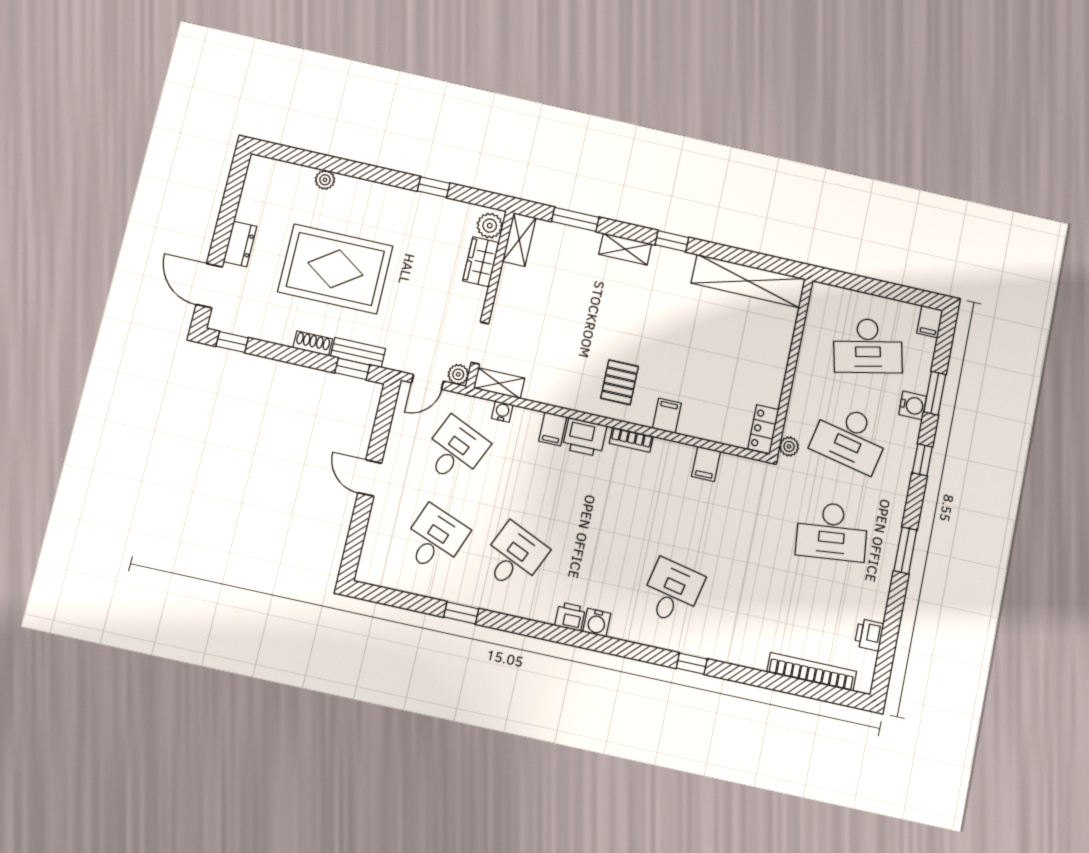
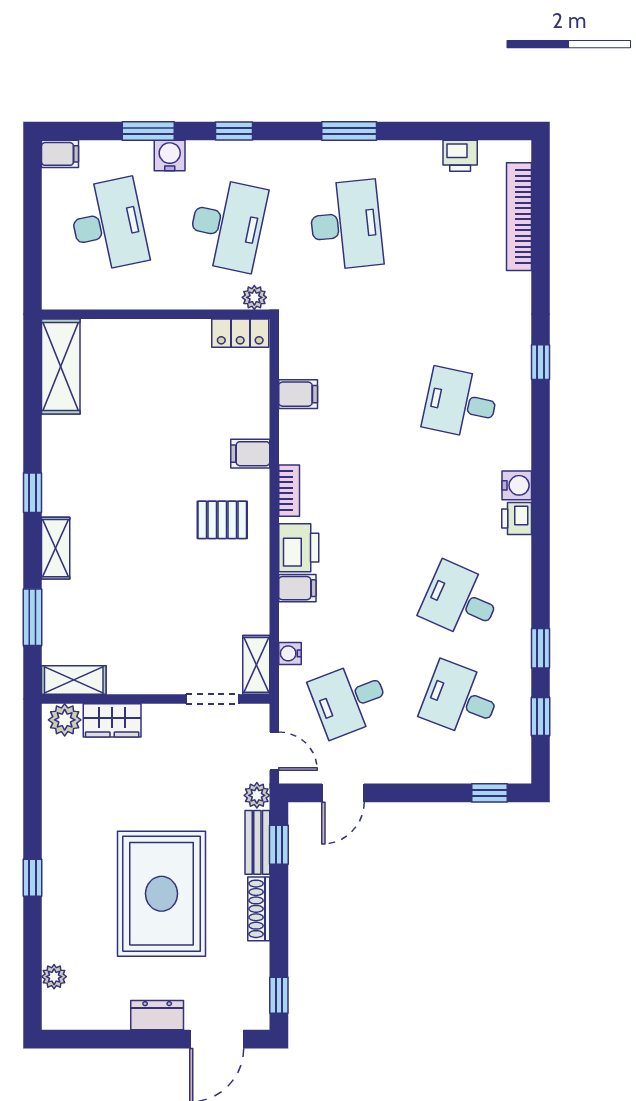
plant: (325, 180) -> (54, 977), moved
window: (434, 187) -> (33, 878), moved
shelving: (748, 281) -> (61, 366), width x0.68
shoe rack: (313, 343) -> (259, 909), width x1.43
plant: (458, 374) -> (257, 795), moved
desk: (455, 450) -> (349, 699), turned -45
door: (370, 478) -> (343, 793), moved
window: (354, 546) -> (489, 793), added
window: (406, 601) -> (540, 717), added

